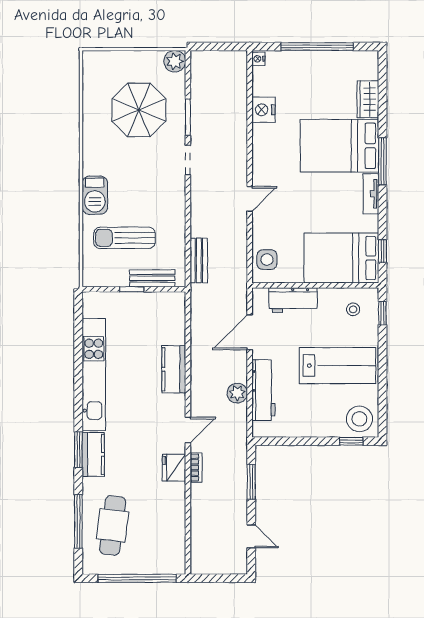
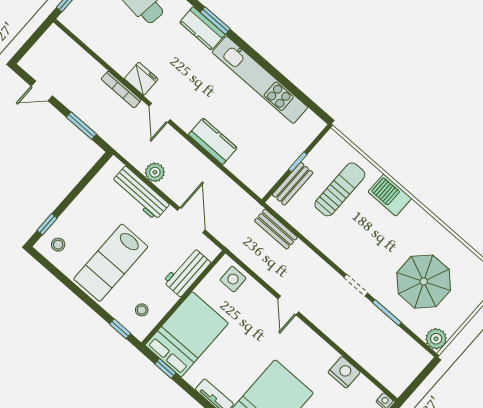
stool: (359, 419) -> (58, 245), width x0.53, depth x0.53
bookcase: (196, 467) -> (121, 90), width x1.56

